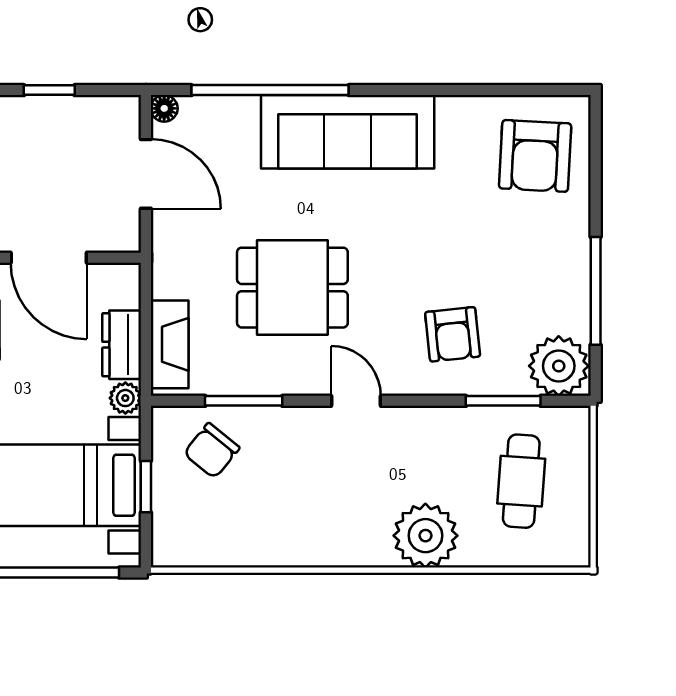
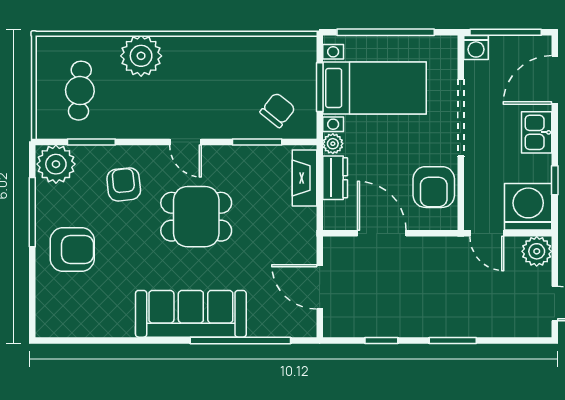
floor lamp: (164, 108) -> (308, 329), removed
armchair: (535, 156) -> (72, 250), moved, turned 87
dining table: (292, 288) -> (196, 217), moved
window: (146, 487) -> (320, 87), width x1.50

